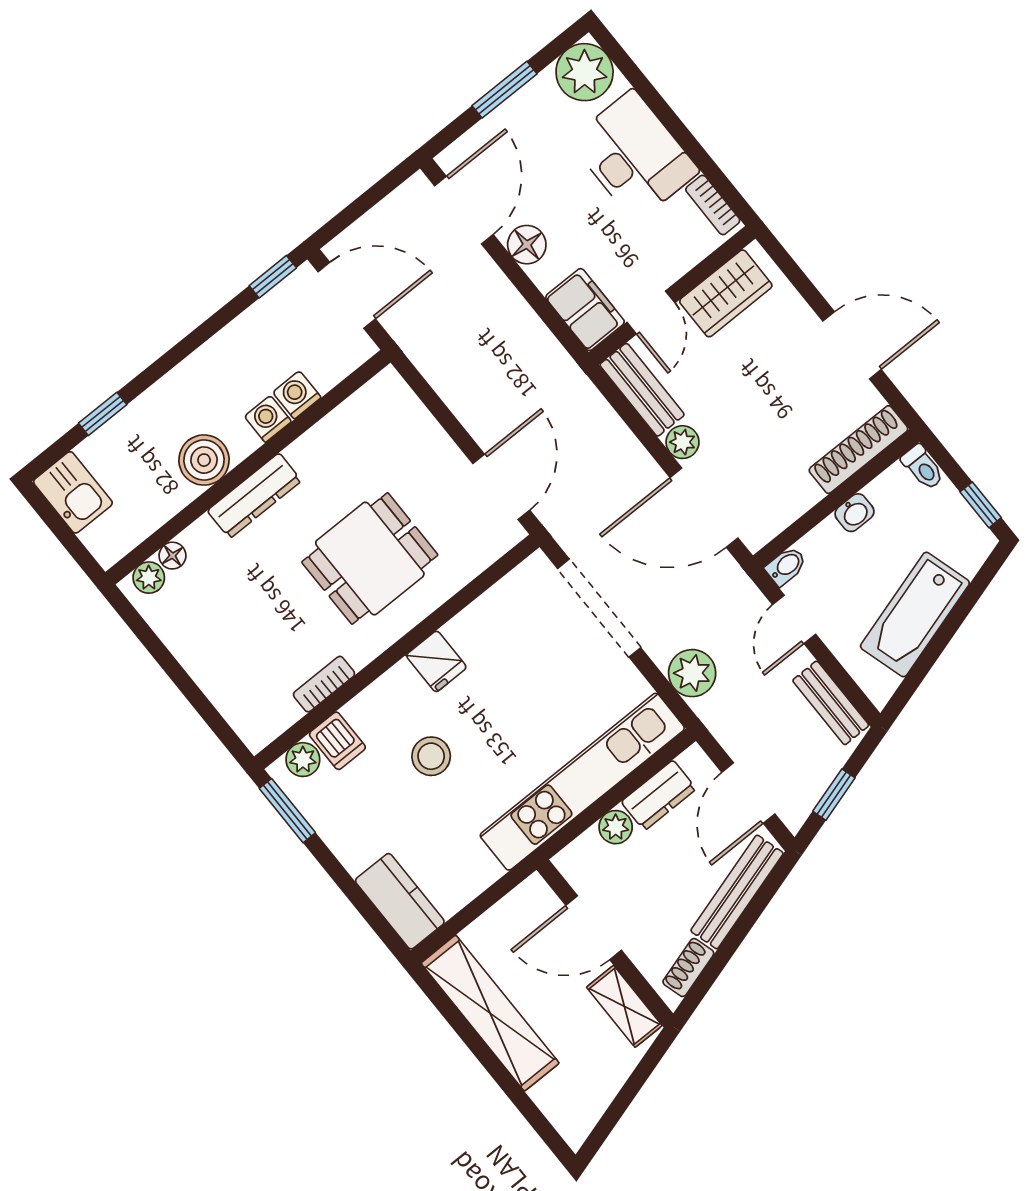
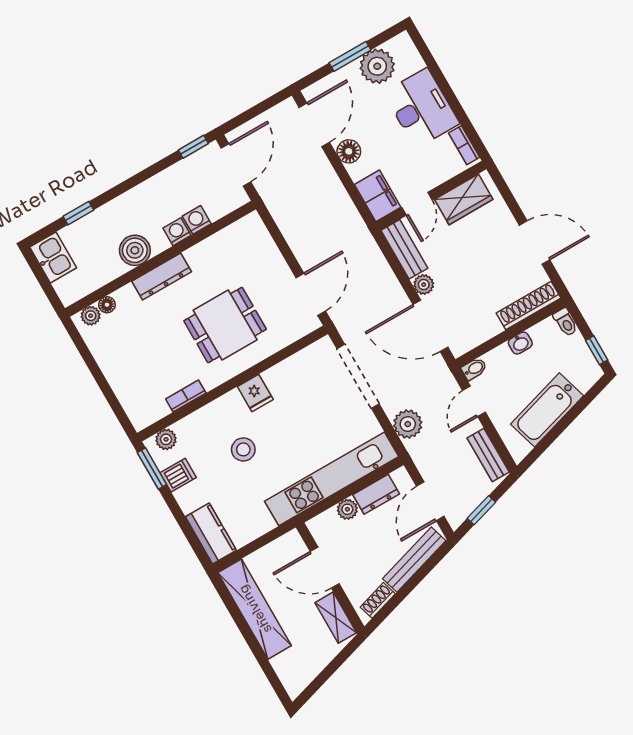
plant: (585, 72) -> (377, 66), moved
door: (347, 295) -> (236, 165), hinge flipped
dishwasher: (337, 741) -> (178, 475), moved, turned -90

